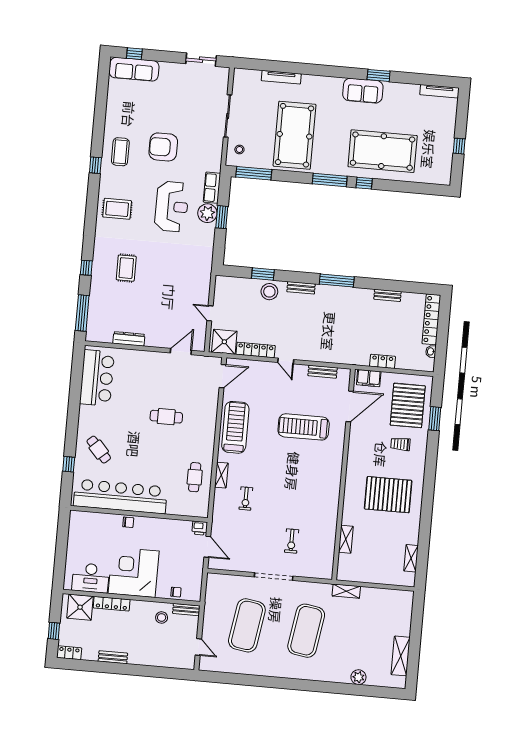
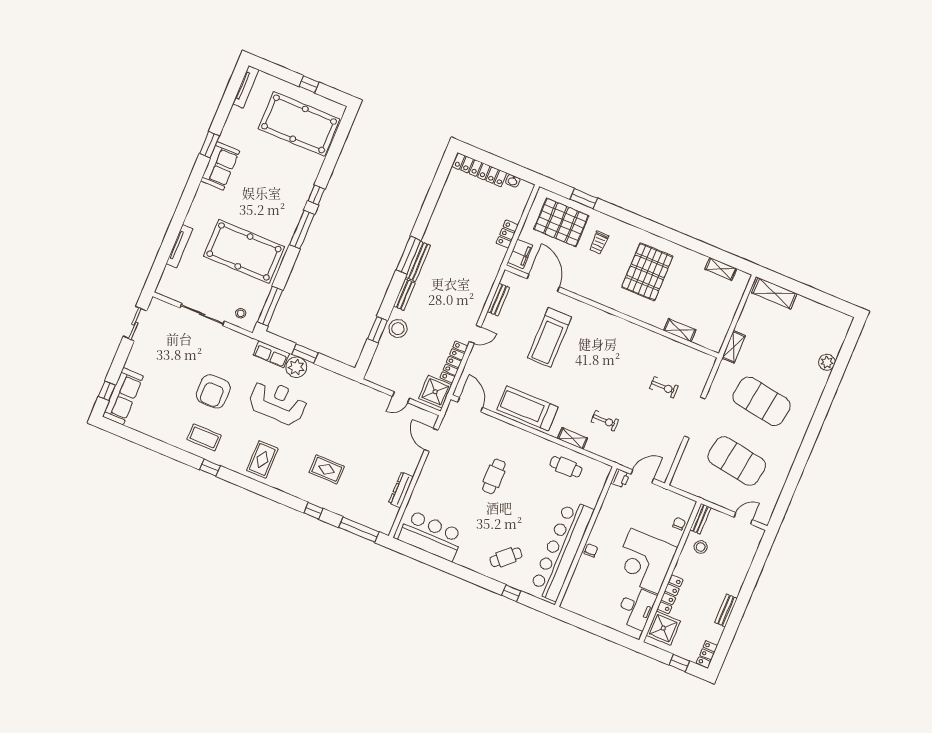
pool table: (383, 151) -> (299, 124), moved, turned 90
bench: (387, 295) -> (418, 261), moved, width x1.36
shelving: (401, 656) -> (774, 293), moved

